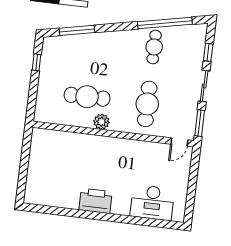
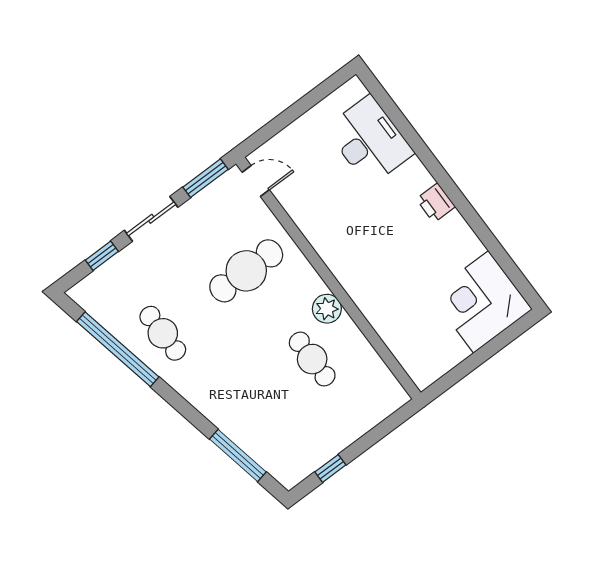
cafe table: (154, 47) -> (163, 333), turned 90
cafe table: (87, 97) -> (312, 359), width x0.73, depth x0.74
corner desk: (46, 186) -> (481, 302), added
printer: (96, 201) -> (436, 203), width x0.53, depth x0.68

